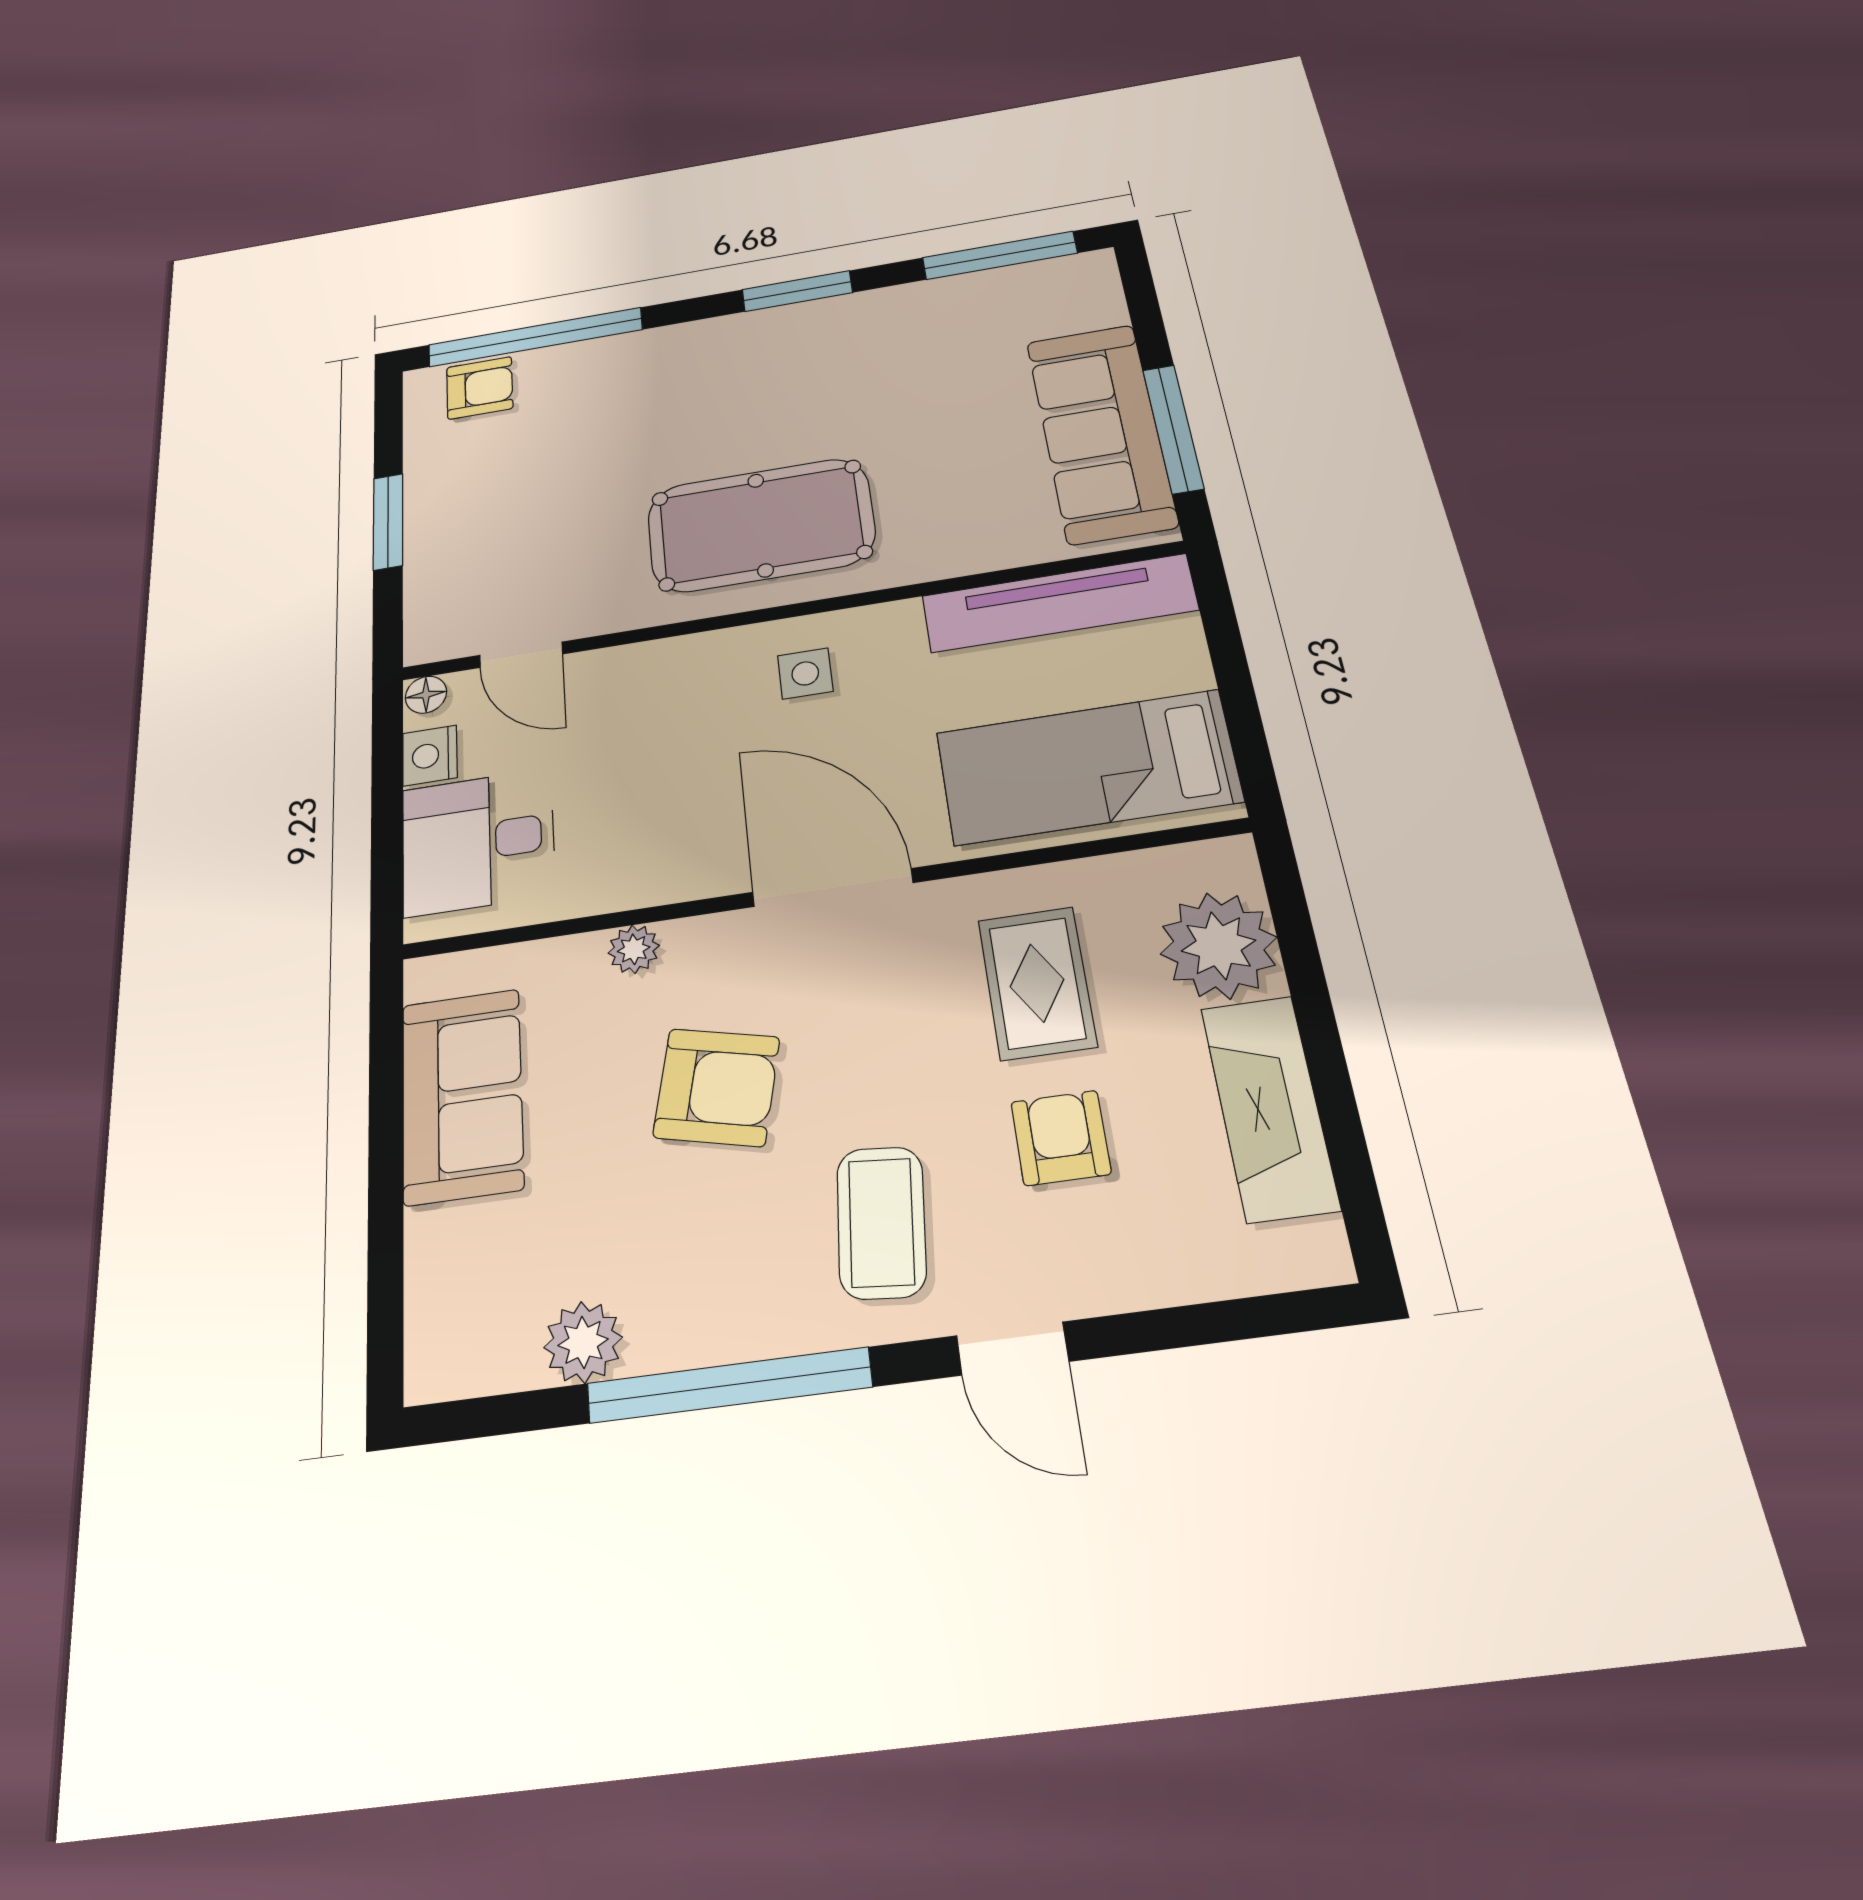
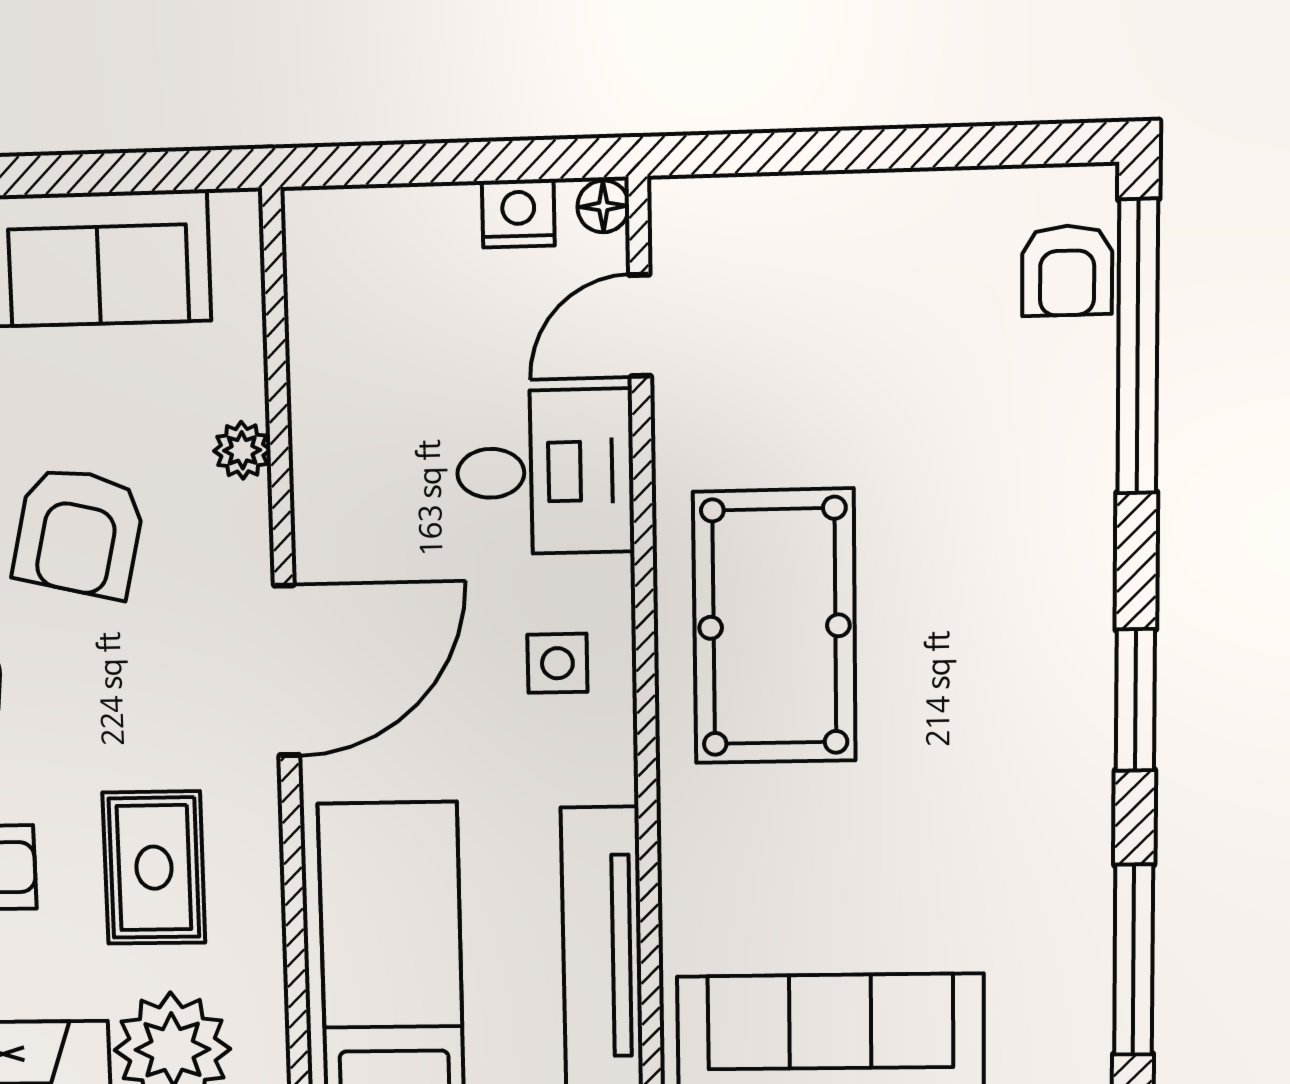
window: (388, 522) -> (872, 149), removed
desk: (478, 842) -> (545, 472), moved, turned 90
rug: (1037, 983) -> (154, 868), turned 90

